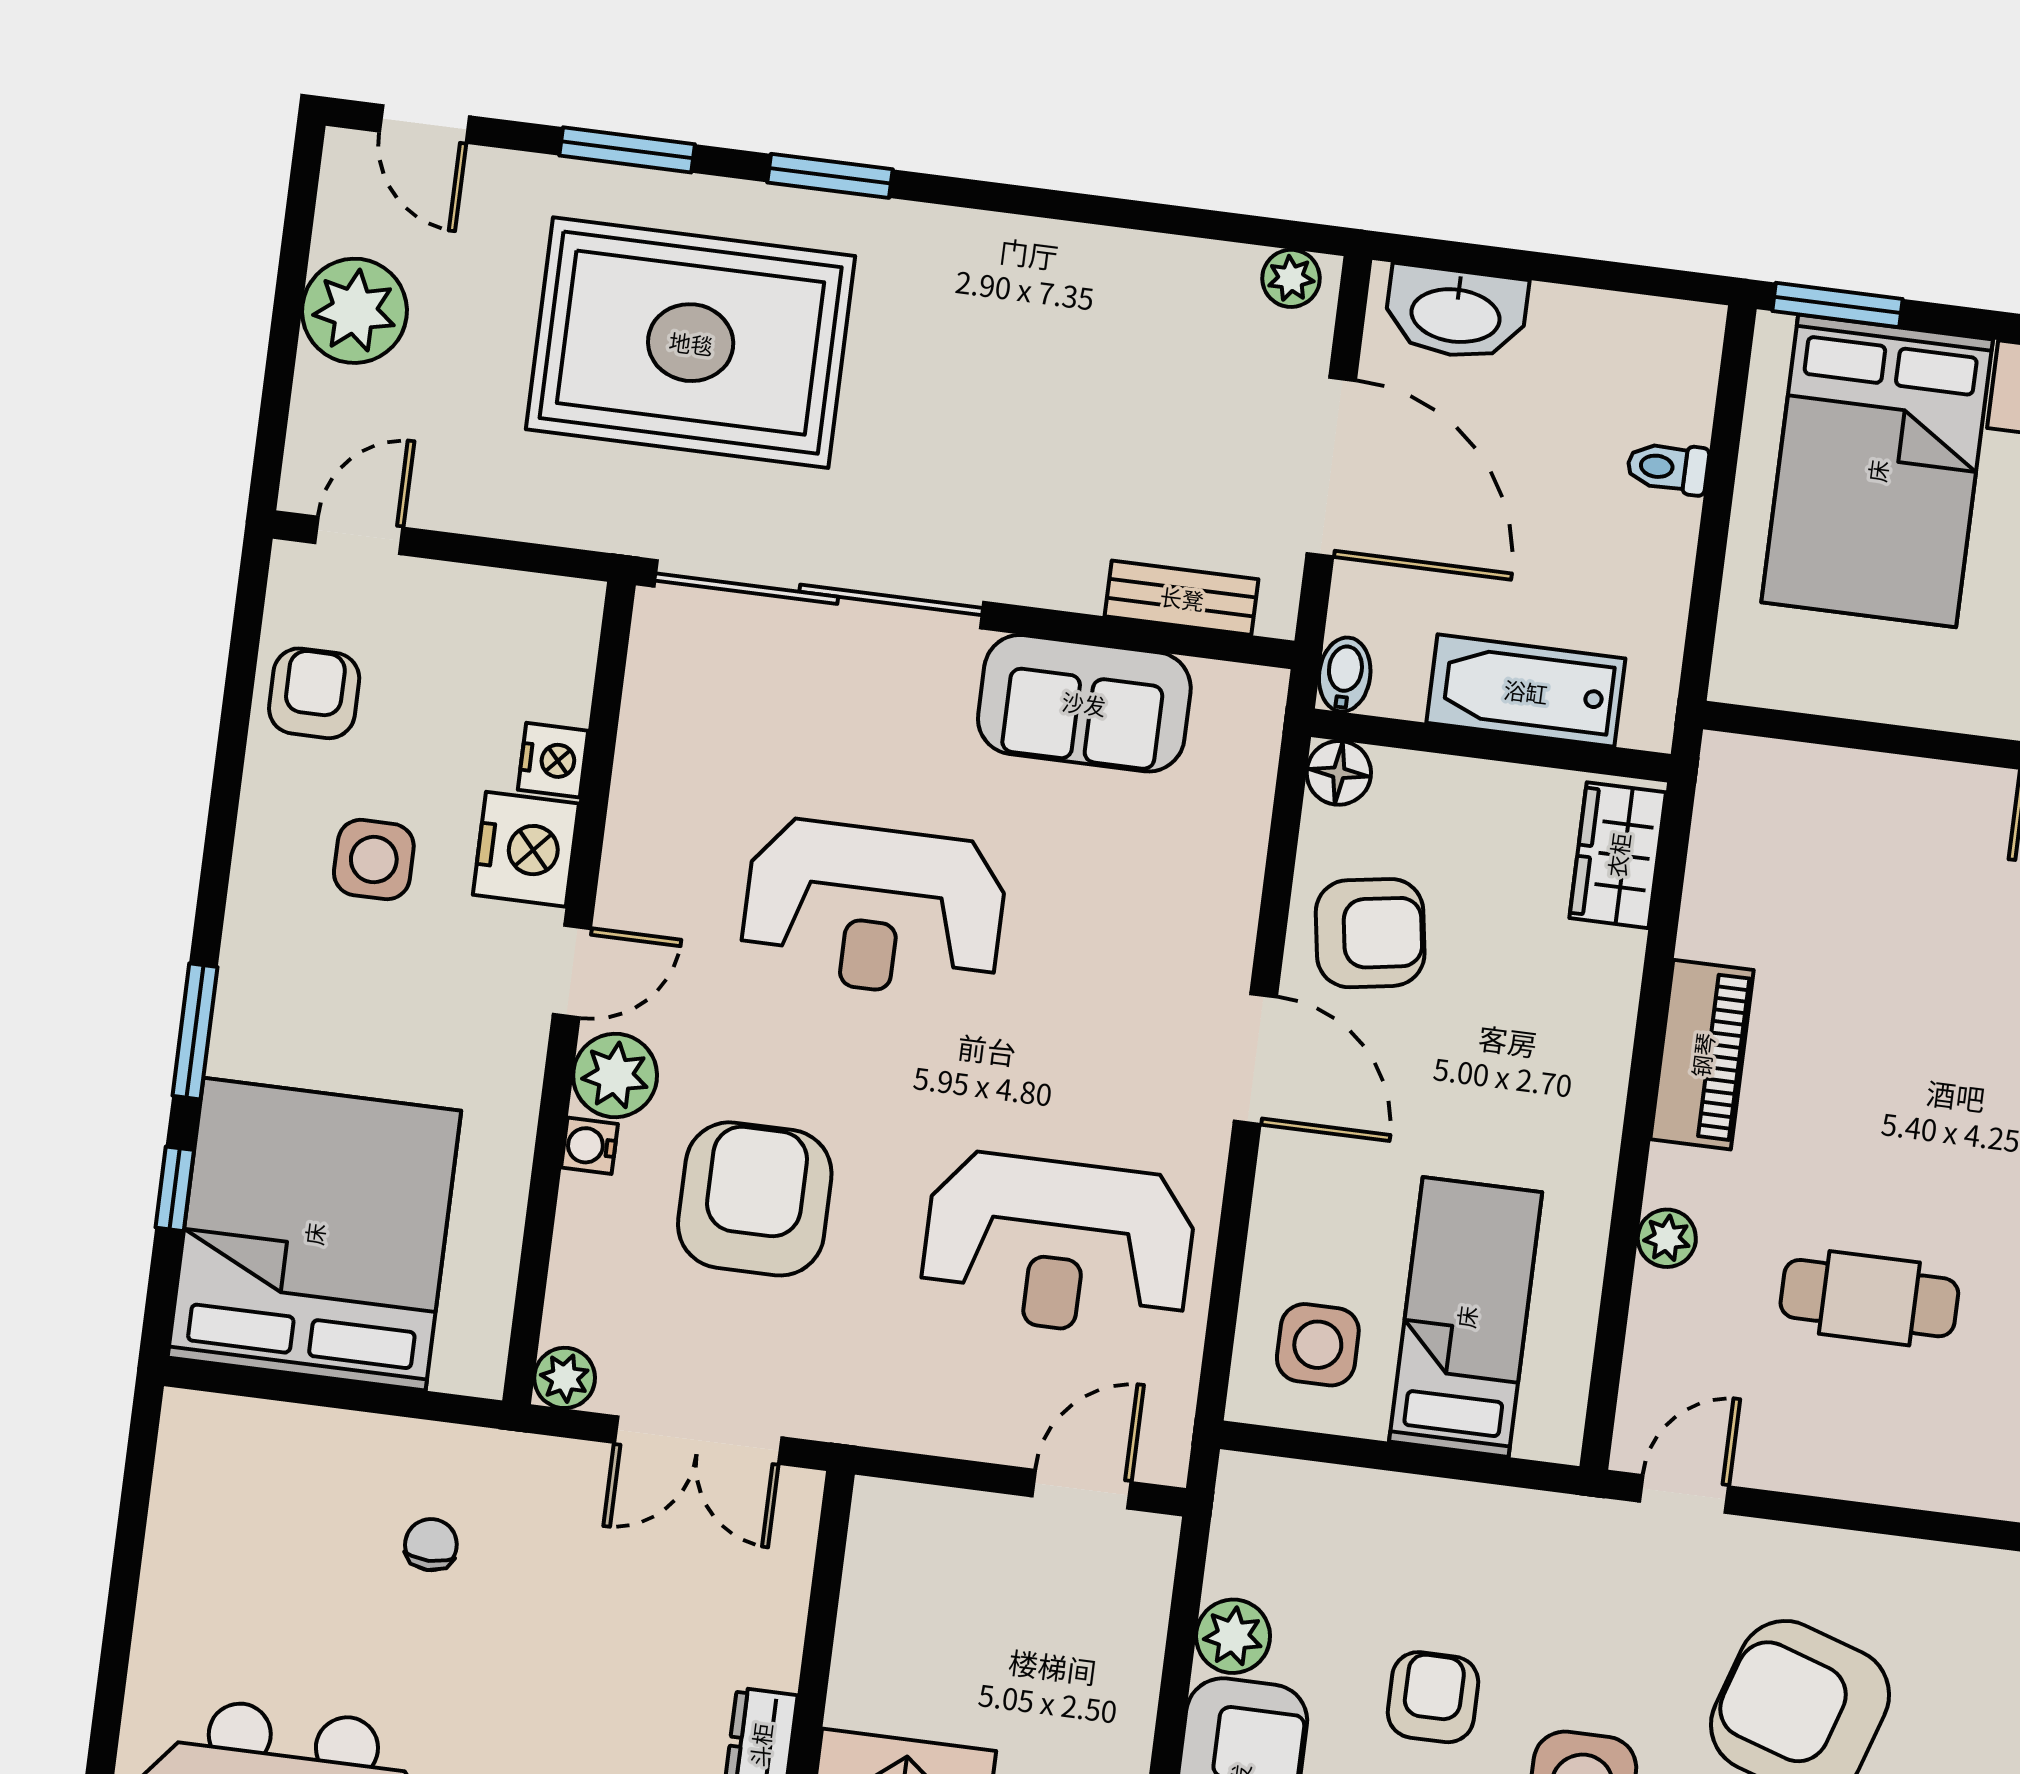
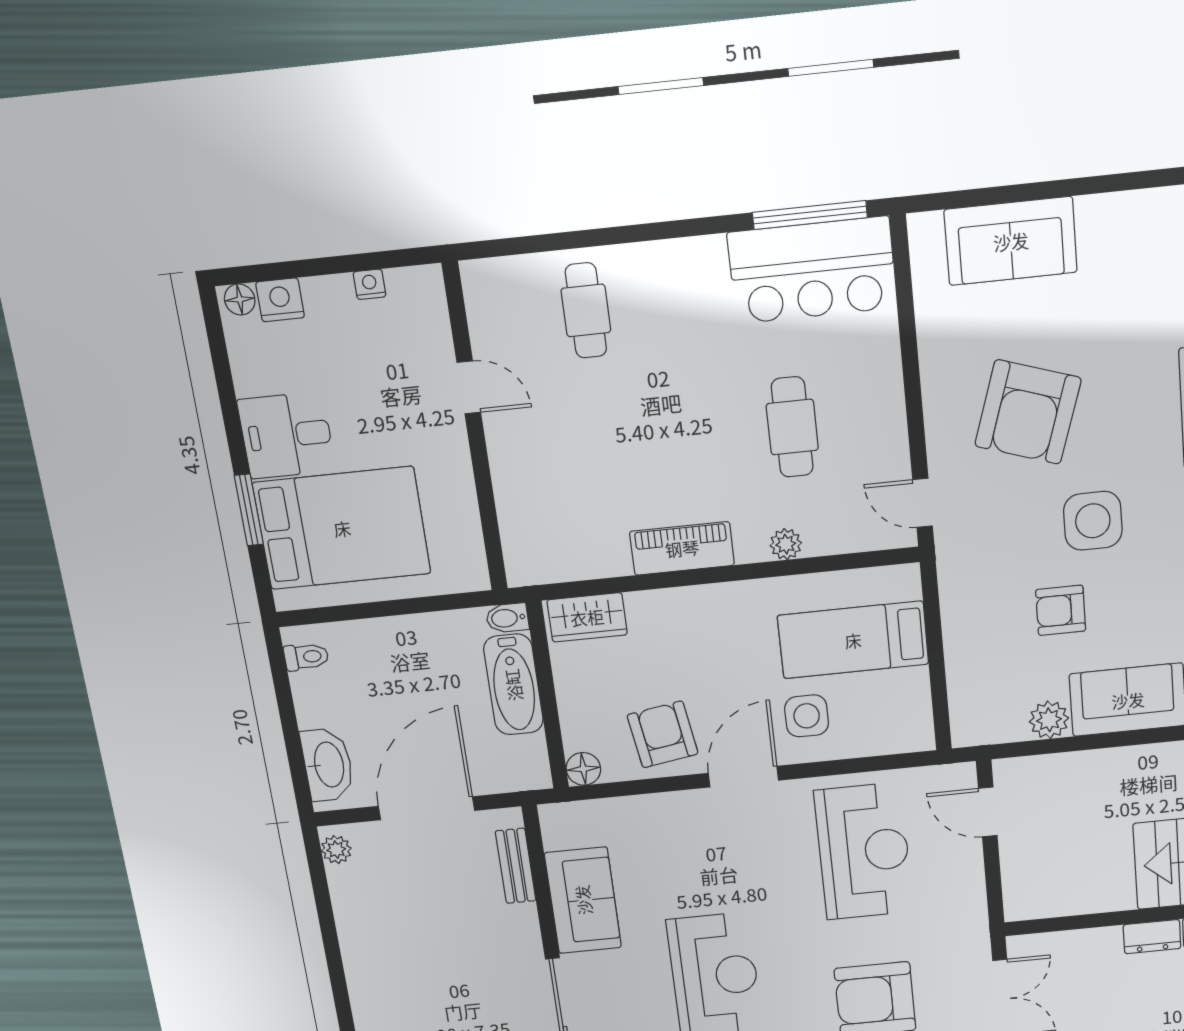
window: (1837, 305) -> (249, 510), moved
toilet: (1668, 468) -> (306, 657), moved, turned -90
bidet: (1345, 675) -> (507, 618), moved
side table: (1318, 1345) -> (807, 716), moved

